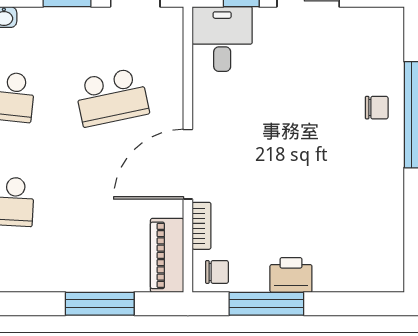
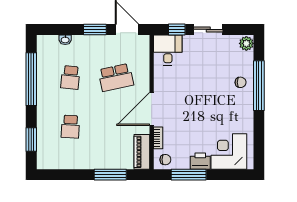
plant: (389, 25) -> (246, 43), added
corner desk: (352, 255) -> (229, 151), added

